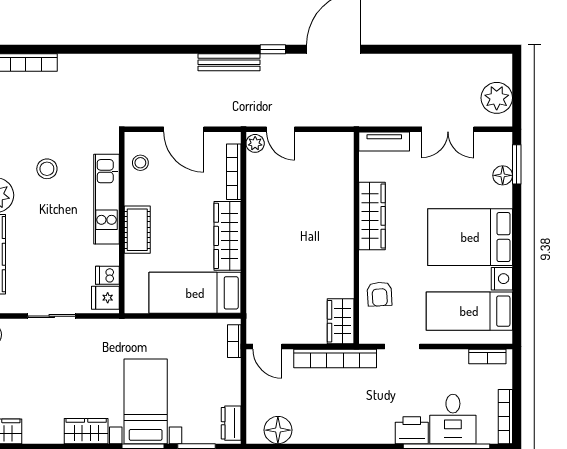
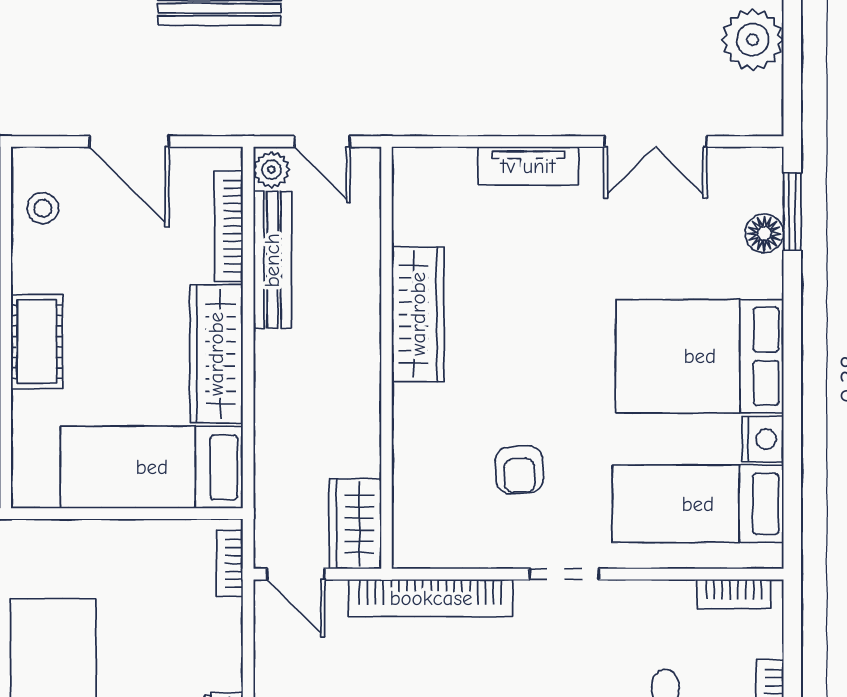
plant: (497, 98) -> (753, 40), moved
bench: (256, 189) -> (272, 260), added
wardrobe: (372, 216) -> (418, 314), moved
wall: (356, 238) -> (387, 358), moved
wardrobe: (341, 321) -> (355, 524), moved

